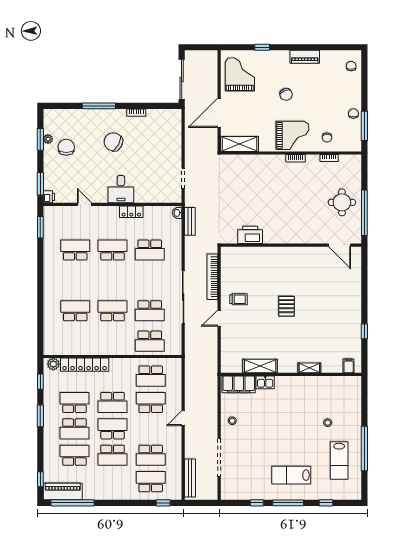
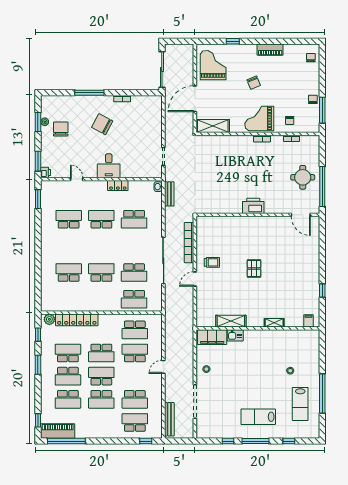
grand piano: (293, 135) -> (259, 119), turned 180
printer: (250, 235) -> (253, 206), moved
school desk: (74, 455) -> (68, 399), turned 180

